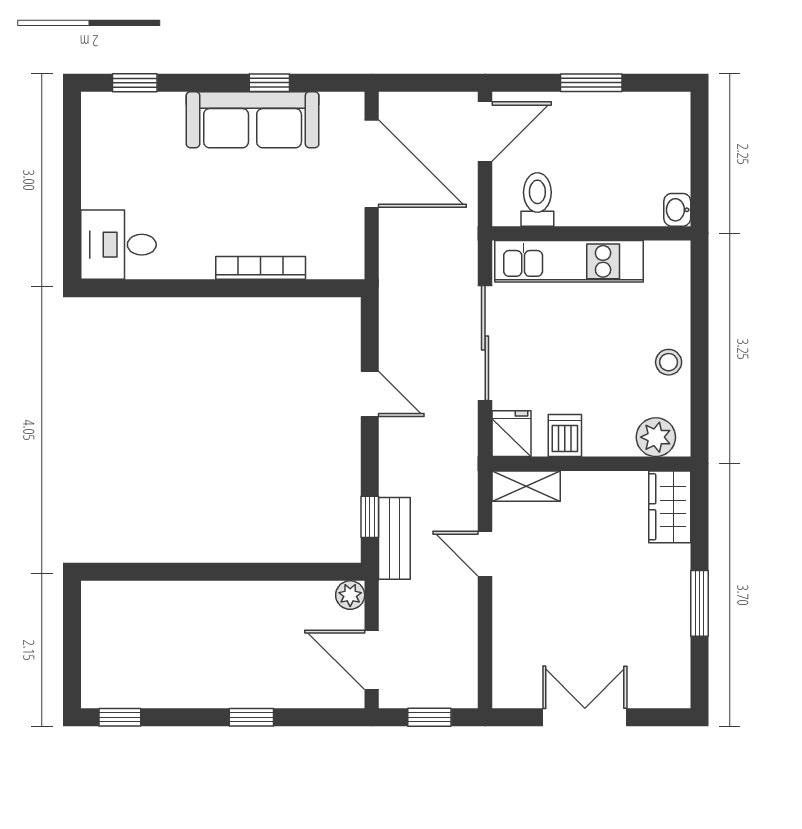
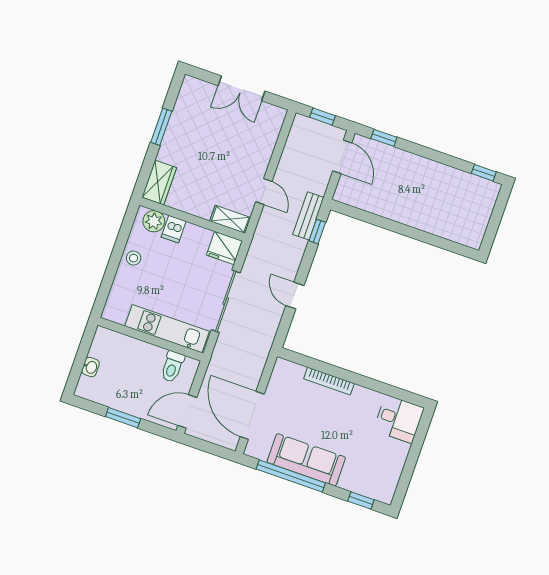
window: (269, 83) -> (291, 476), width x3.17
washbasin: (677, 210) -> (90, 367), moved
fridge: (511, 434) -> (224, 248), width x1.38
dishwasher: (565, 435) -> (174, 229), moved
plant: (350, 595) -> (342, 194), removed
window: (251, 717) -> (384, 138), moved

